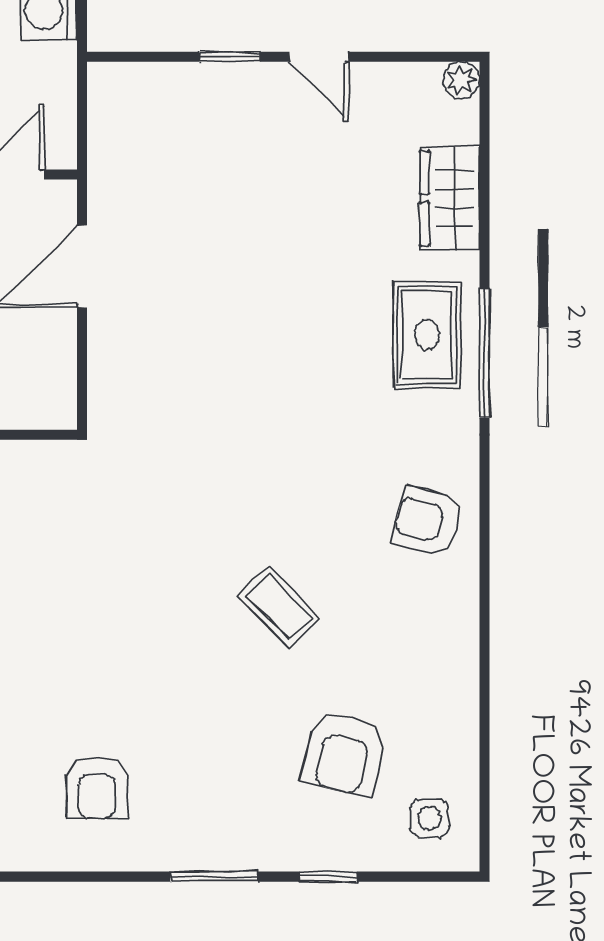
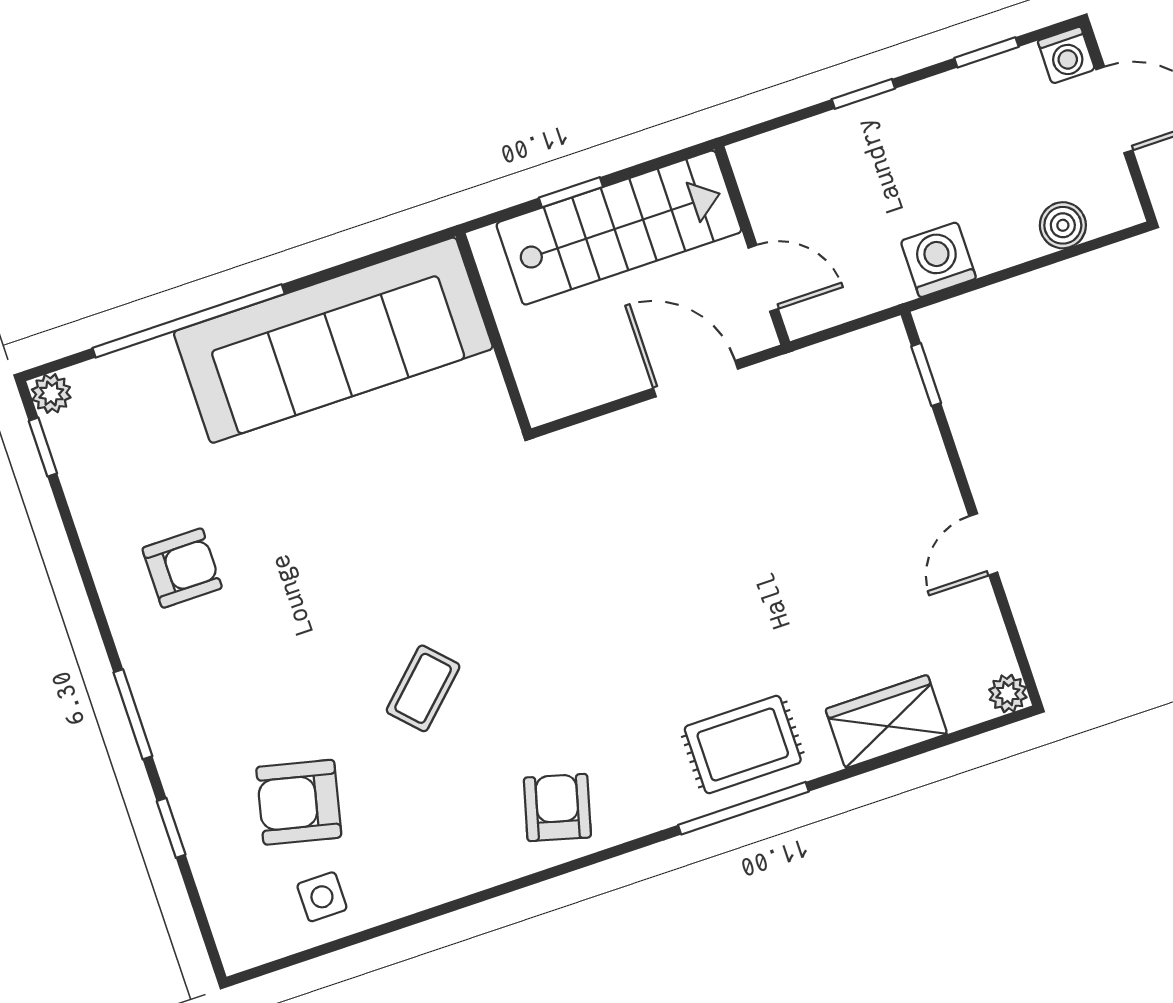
window: (230, 57) -> (926, 375), moved
armchair: (97, 788) -> (182, 568), turned 180
side table: (429, 818) -> (322, 897), moved

